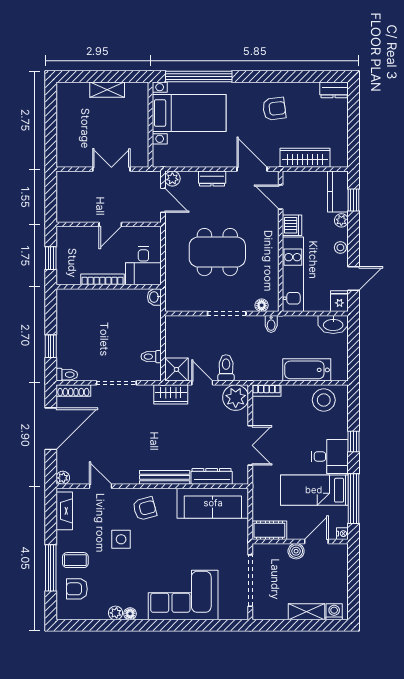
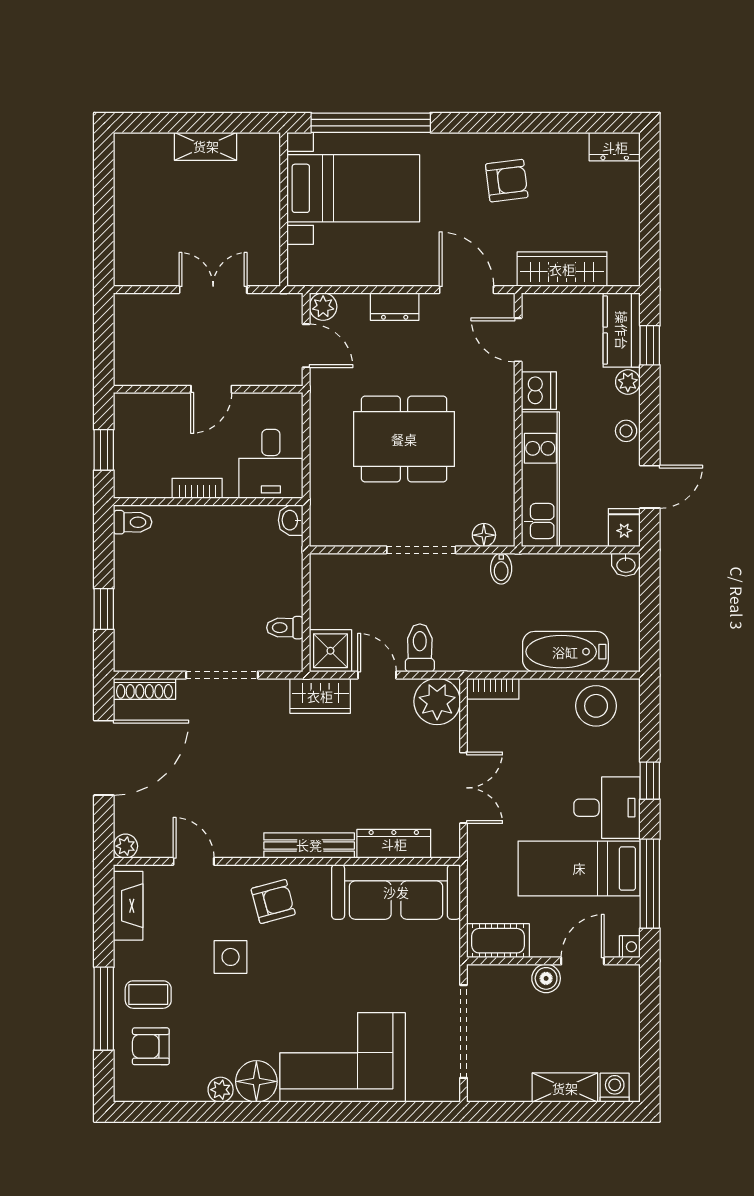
bookcase: (102, 279) -> (197, 488), width x0.64
washbasin: (333, 324) -> (626, 565), width x0.52, depth x0.69
toilet: (67, 375) -> (133, 522), moved
floor lamp: (130, 614) -> (256, 1081), width x1.89, depth x1.89

